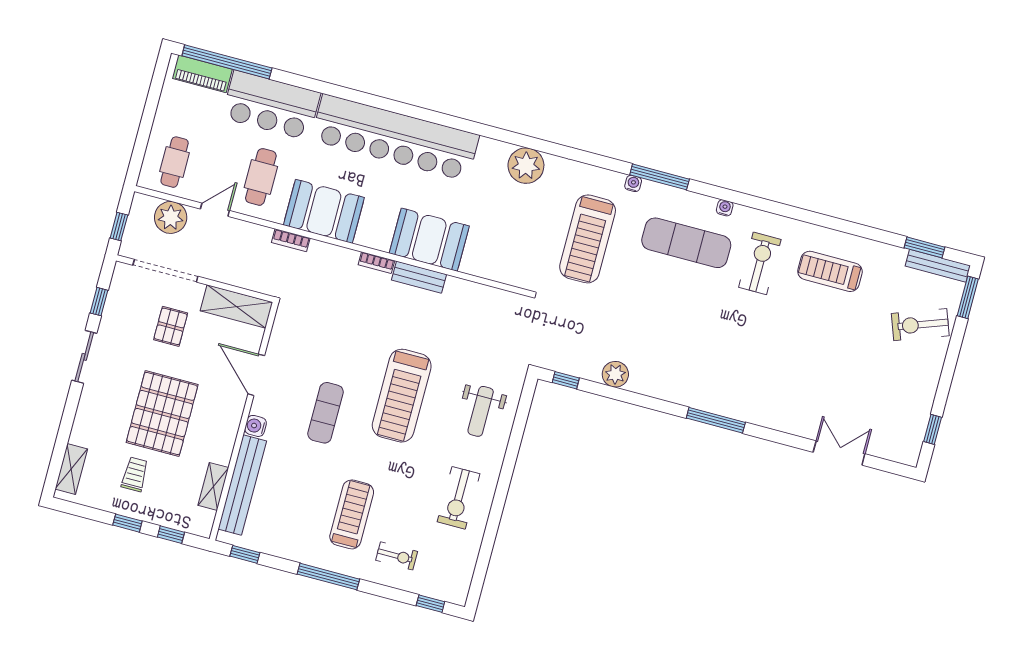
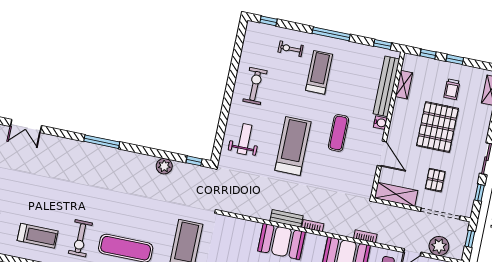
treadmill: (352, 514) -> (319, 72), turned 180

